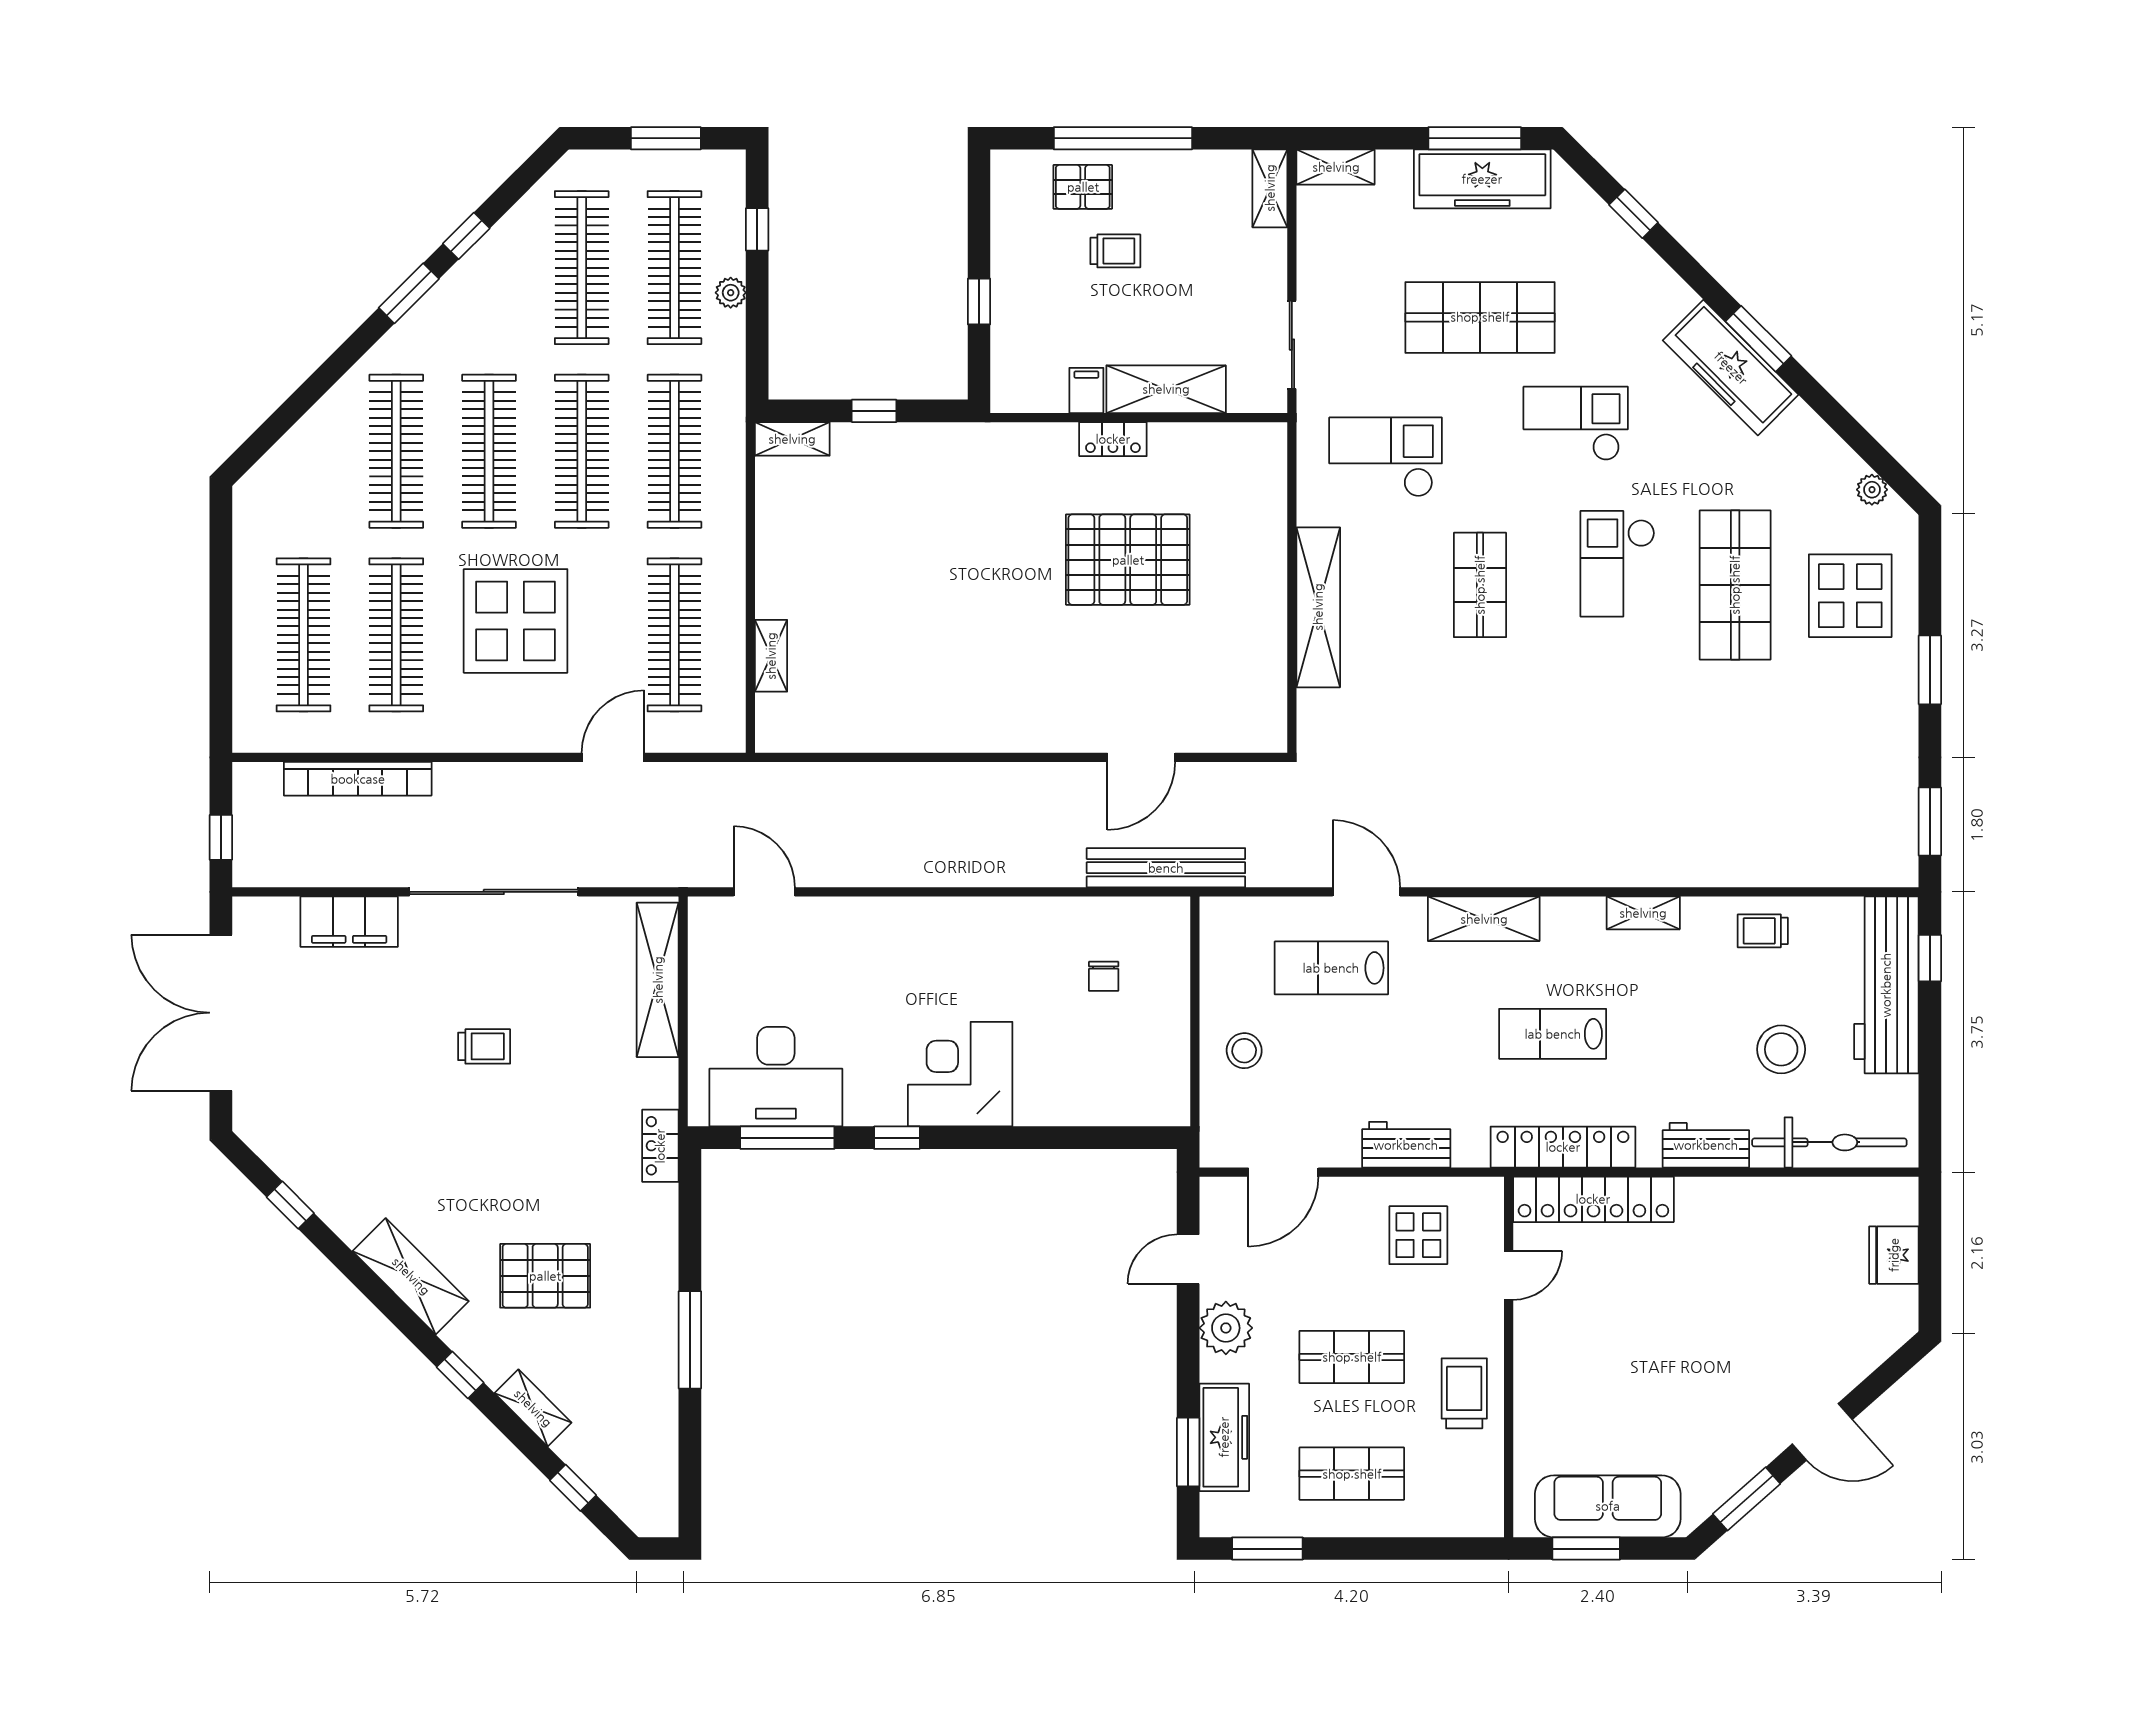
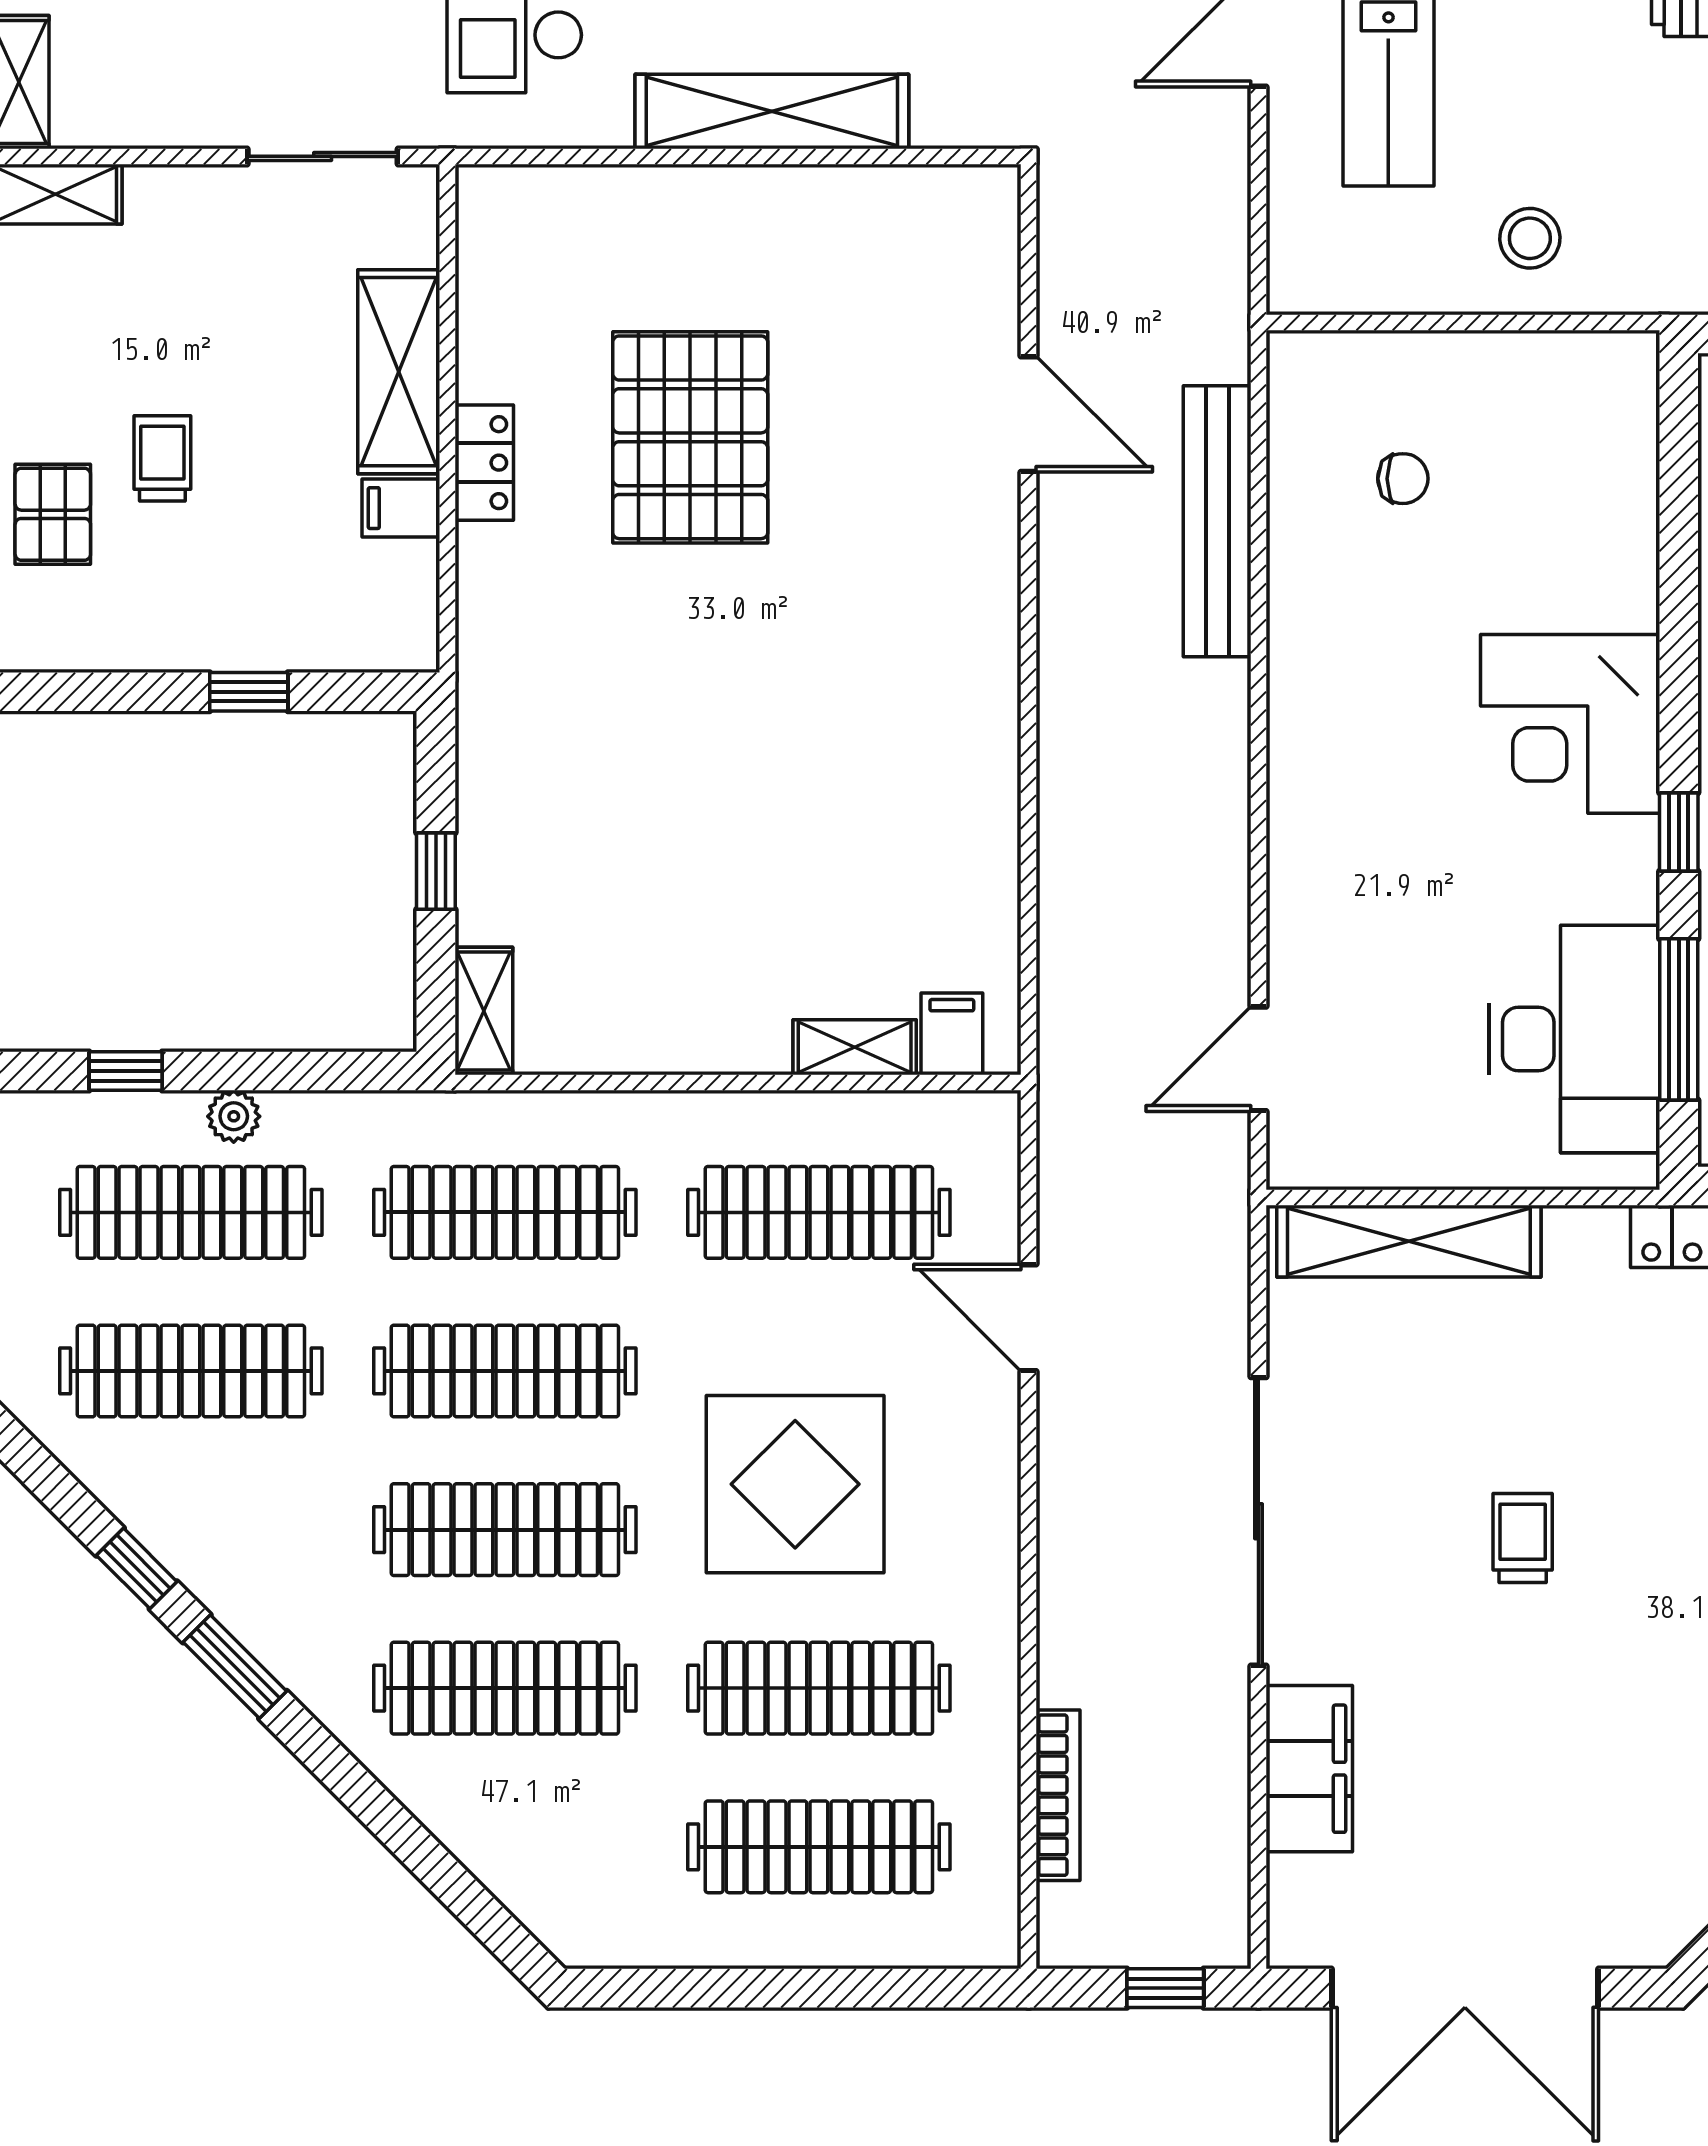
filing cabinet: (779, 713) -> (952, 1034), added
bookcase: (358, 779) -> (1058, 1795), width x0.68, depth x0.76
bench: (1166, 868) -> (1217, 521), moved

